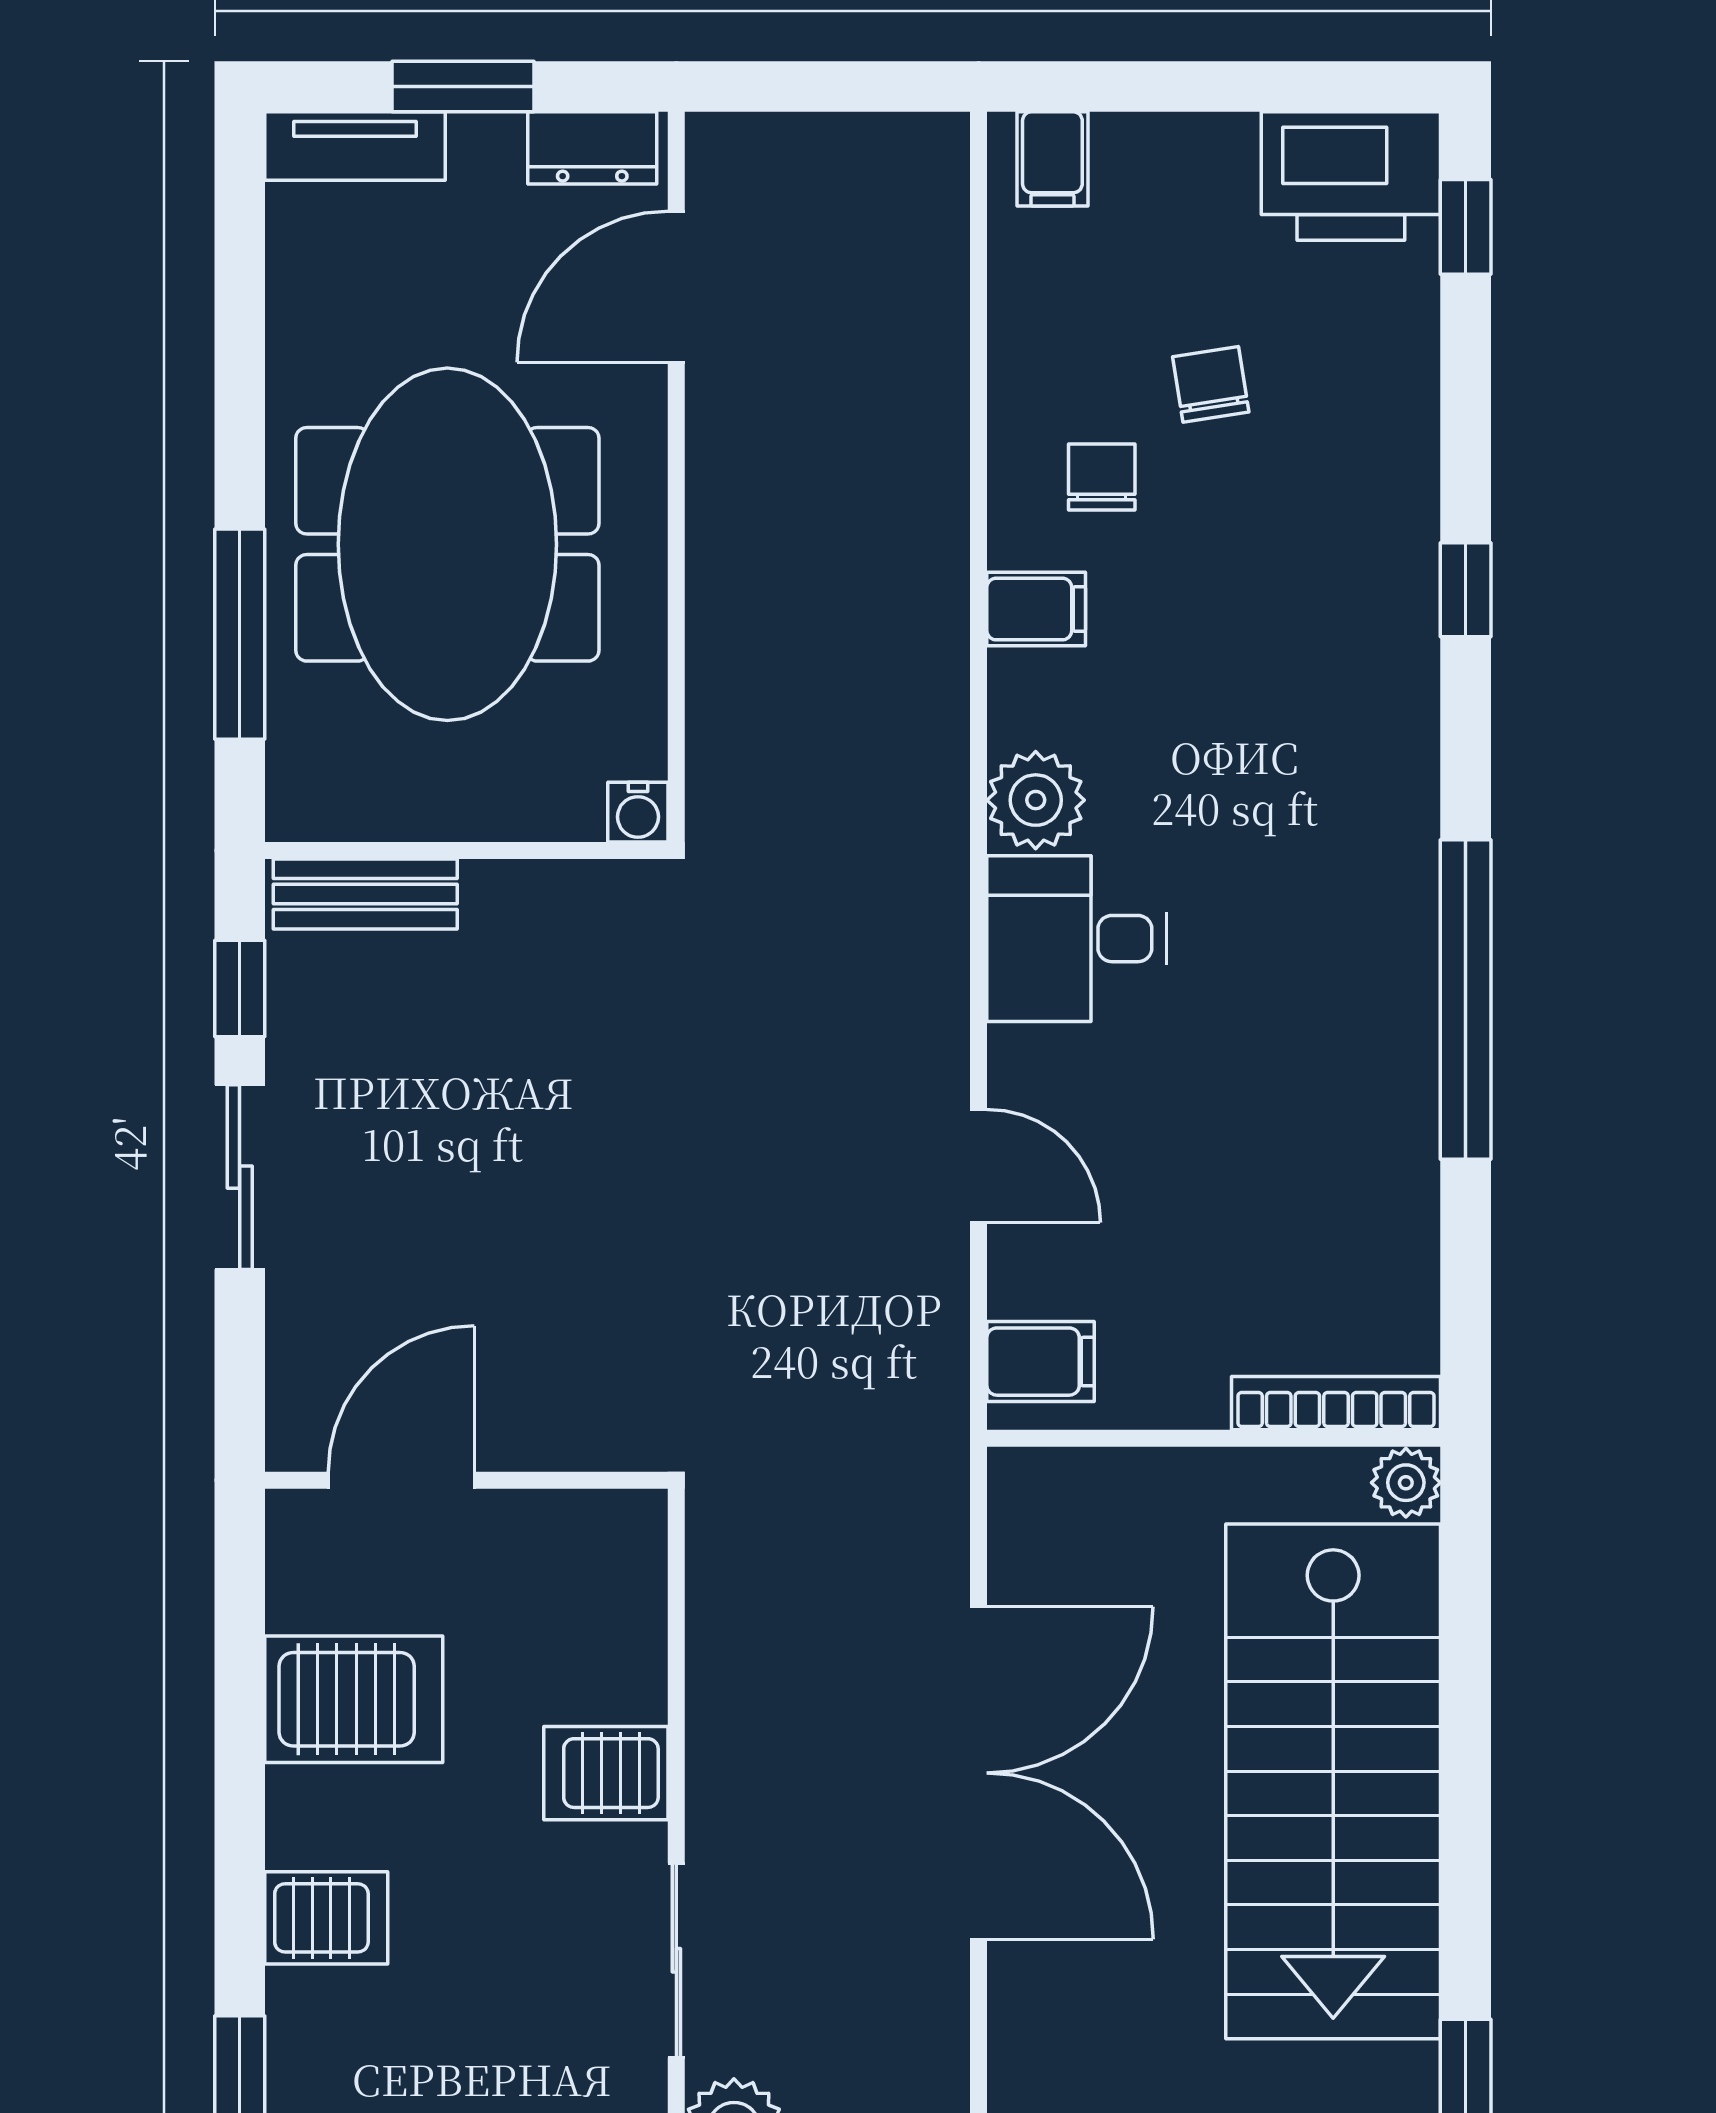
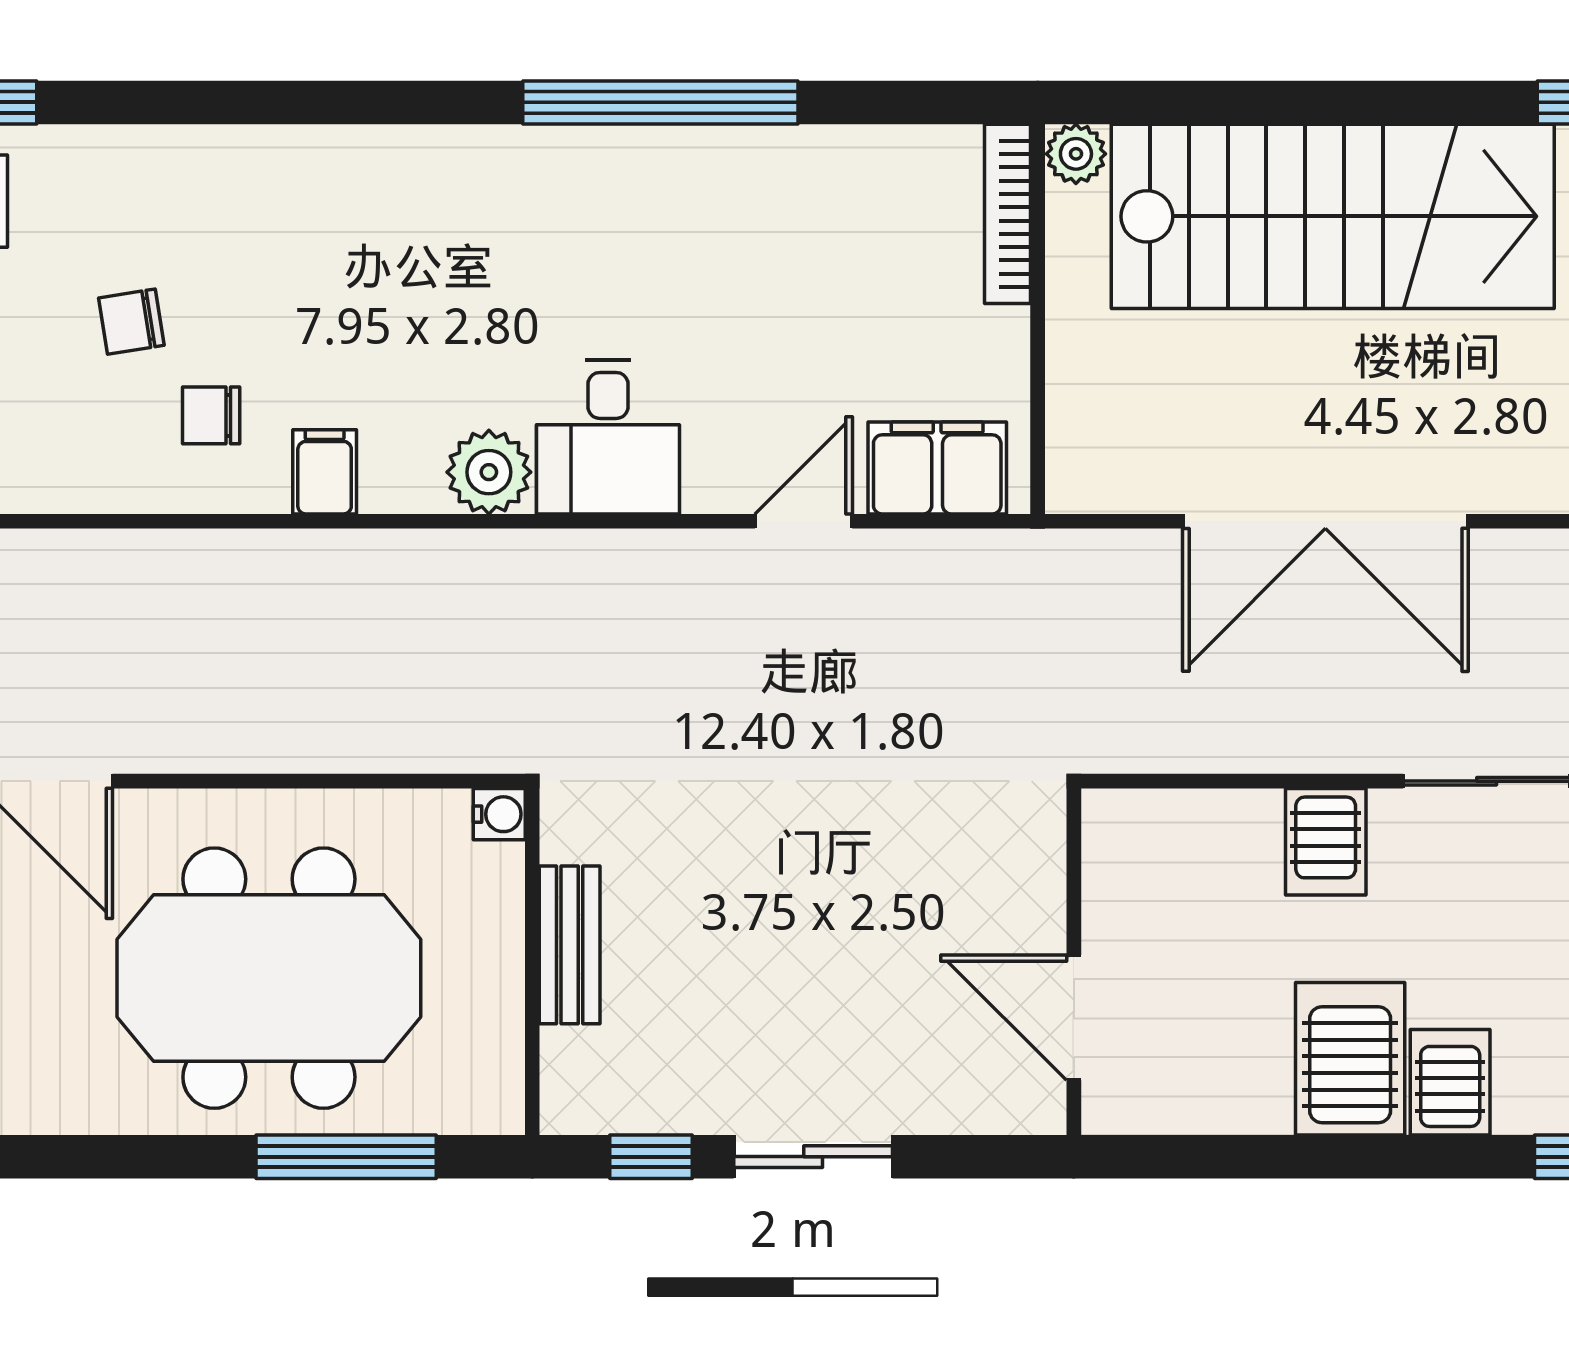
window: (1466, 590) -> (308, 102), removed
bench: (365, 894) -> (570, 945), moved
filing cabinet: (1041, 1362) -> (937, 468), width x2.00
server rack: (354, 1699) -> (1350, 1059), moved
double door: (979, 1773) -> (1325, 521), swing flipped

